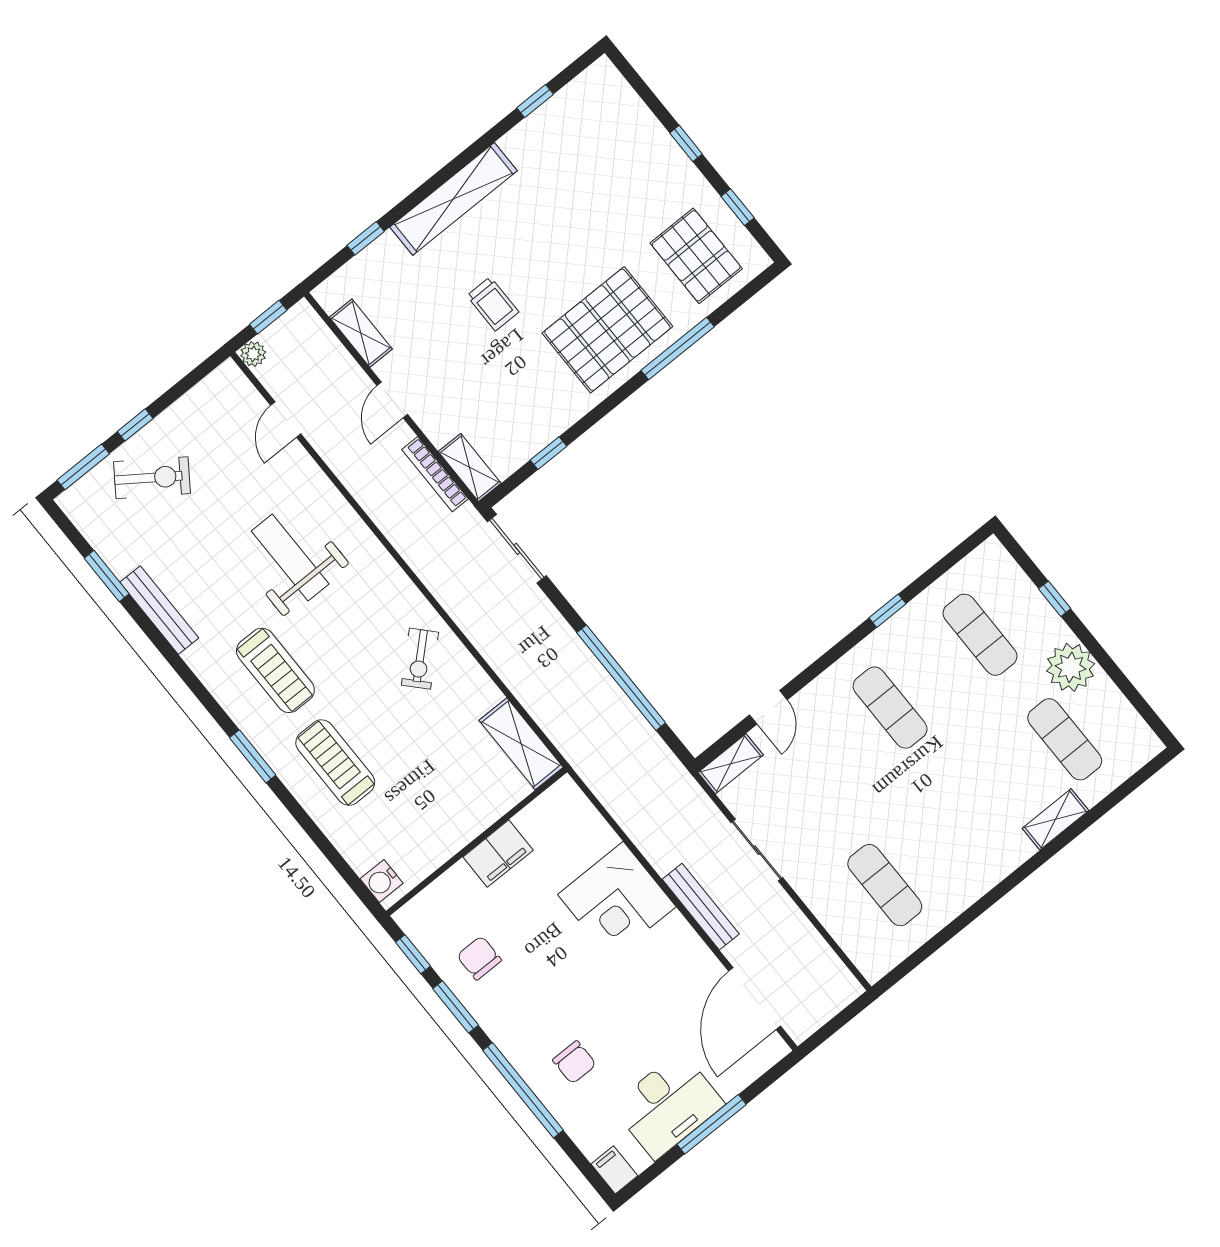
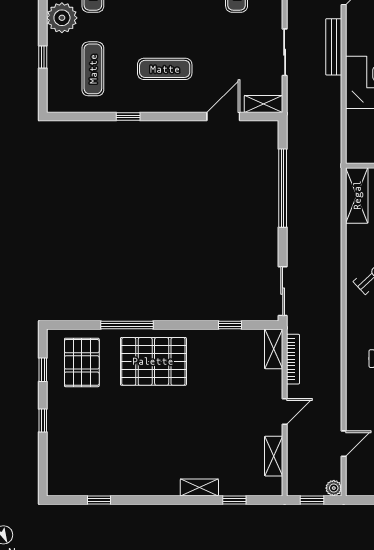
shelving: (454, 199) -> (199, 487), width x0.45, depth x0.75
trolley: (493, 304) -> (199, 419), removed
door: (768, 707) -> (223, 117), width x1.38
exercise mat: (890, 708) -> (165, 69), turned 90

